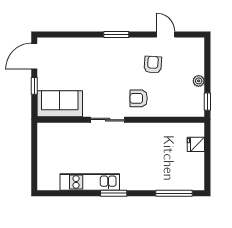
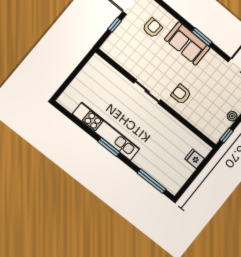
armchair: (153, 65) -> (153, 28), moved
sofa: (60, 104) -> (187, 43), moved, turned 180
kitchen unit: (90, 182) -> (106, 131), width x1.36

